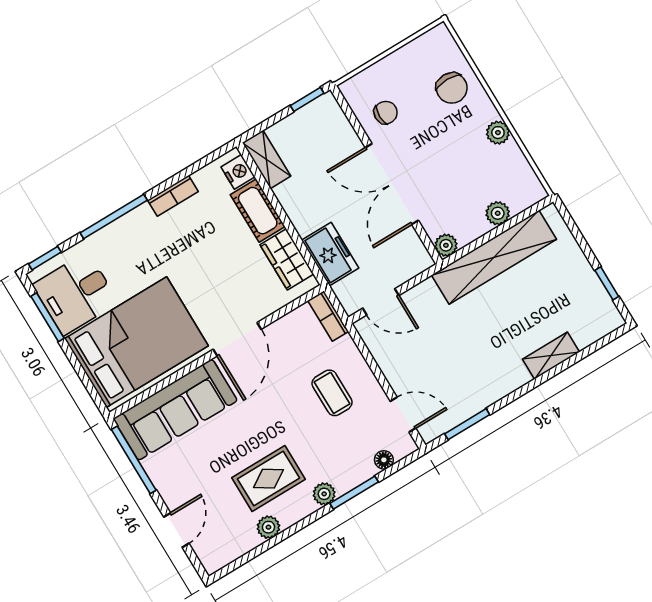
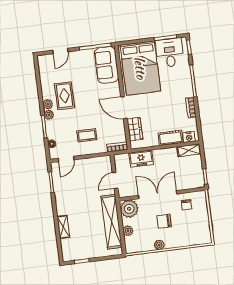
chair: (452, 88) -> (164, 221), moved
plant: (446, 245) -> (129, 209), width x1.88, depth x1.88
wardrobe: (287, 259) -> (135, 129), moved, turned 90
door: (381, 302) -> (115, 180), moved
sofa: (175, 410) -> (107, 65), width x0.73
plant: (268, 527) -> (48, 104), moved
door: (176, 530) -> (60, 51), hinge flipped

